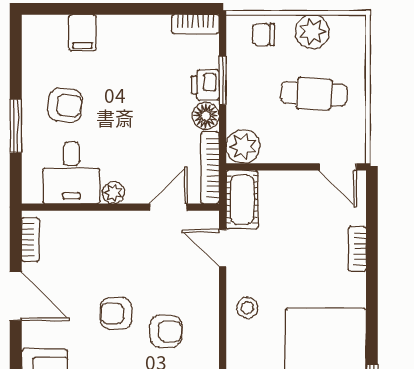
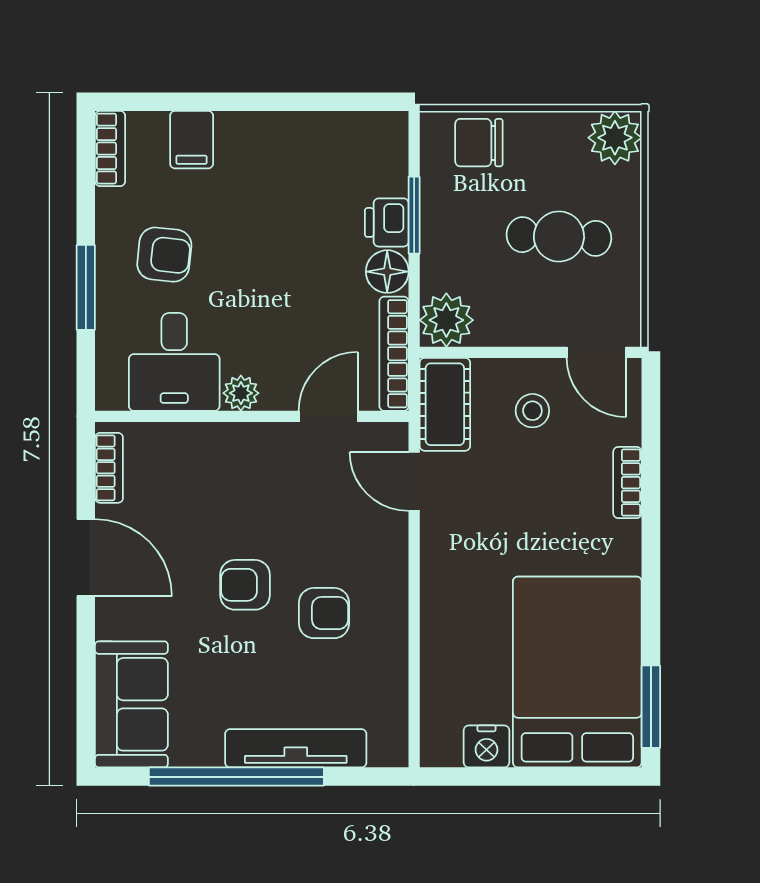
bookcase: (195, 24) -> (110, 149), moved, turned -90
plant: (312, 32) -> (615, 138), moved
chair: (264, 35) -> (479, 143), width x1.37, depth x1.37
stool: (247, 308) -> (532, 411), moved

